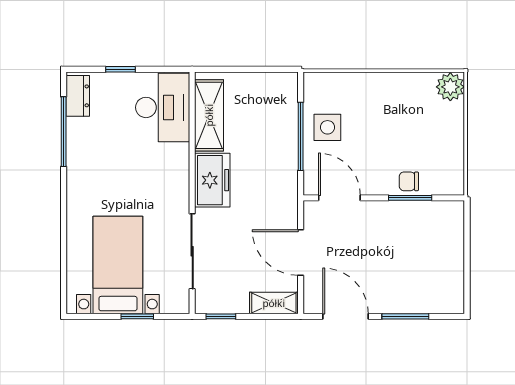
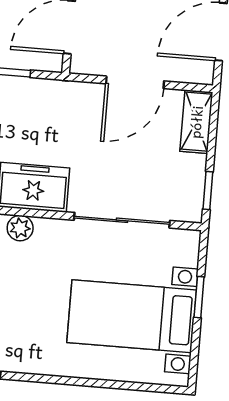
plant: (180, 172) -> (20, 228), added

